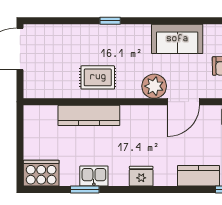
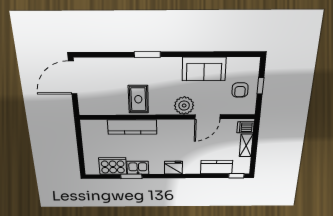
window: (110, 21) -> (147, 55), width x1.50
rug: (98, 77) -> (138, 99), turned 90
cooker: (41, 173) -> (113, 166), moved

